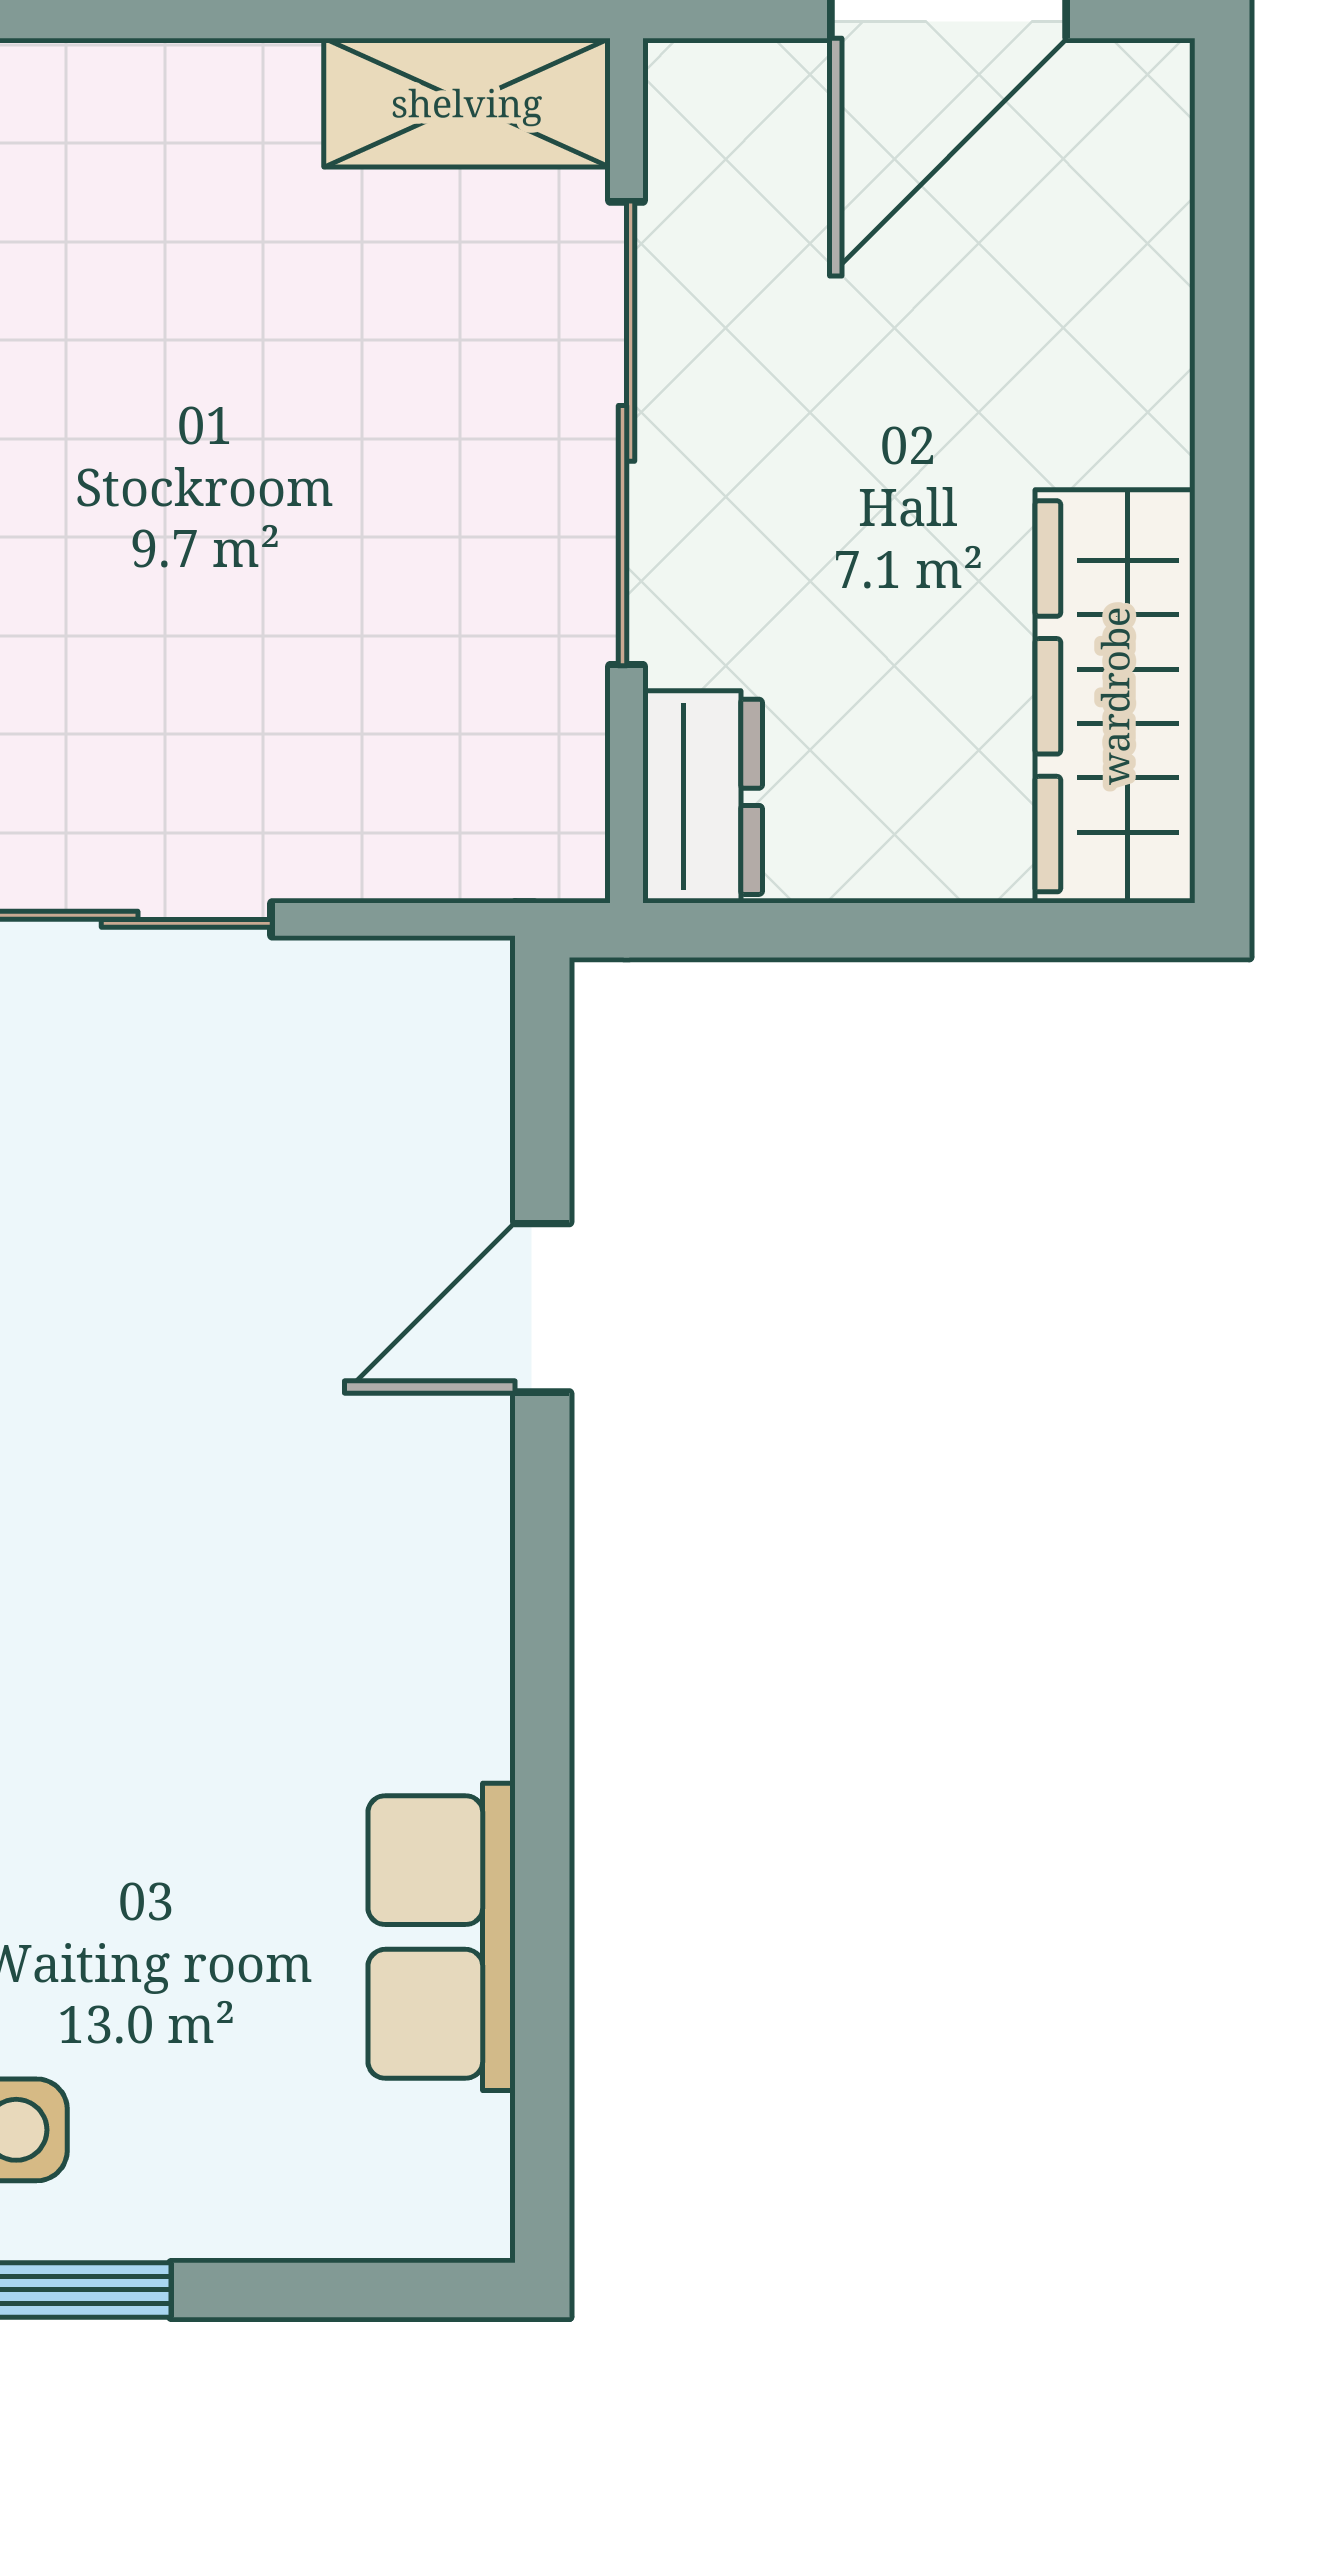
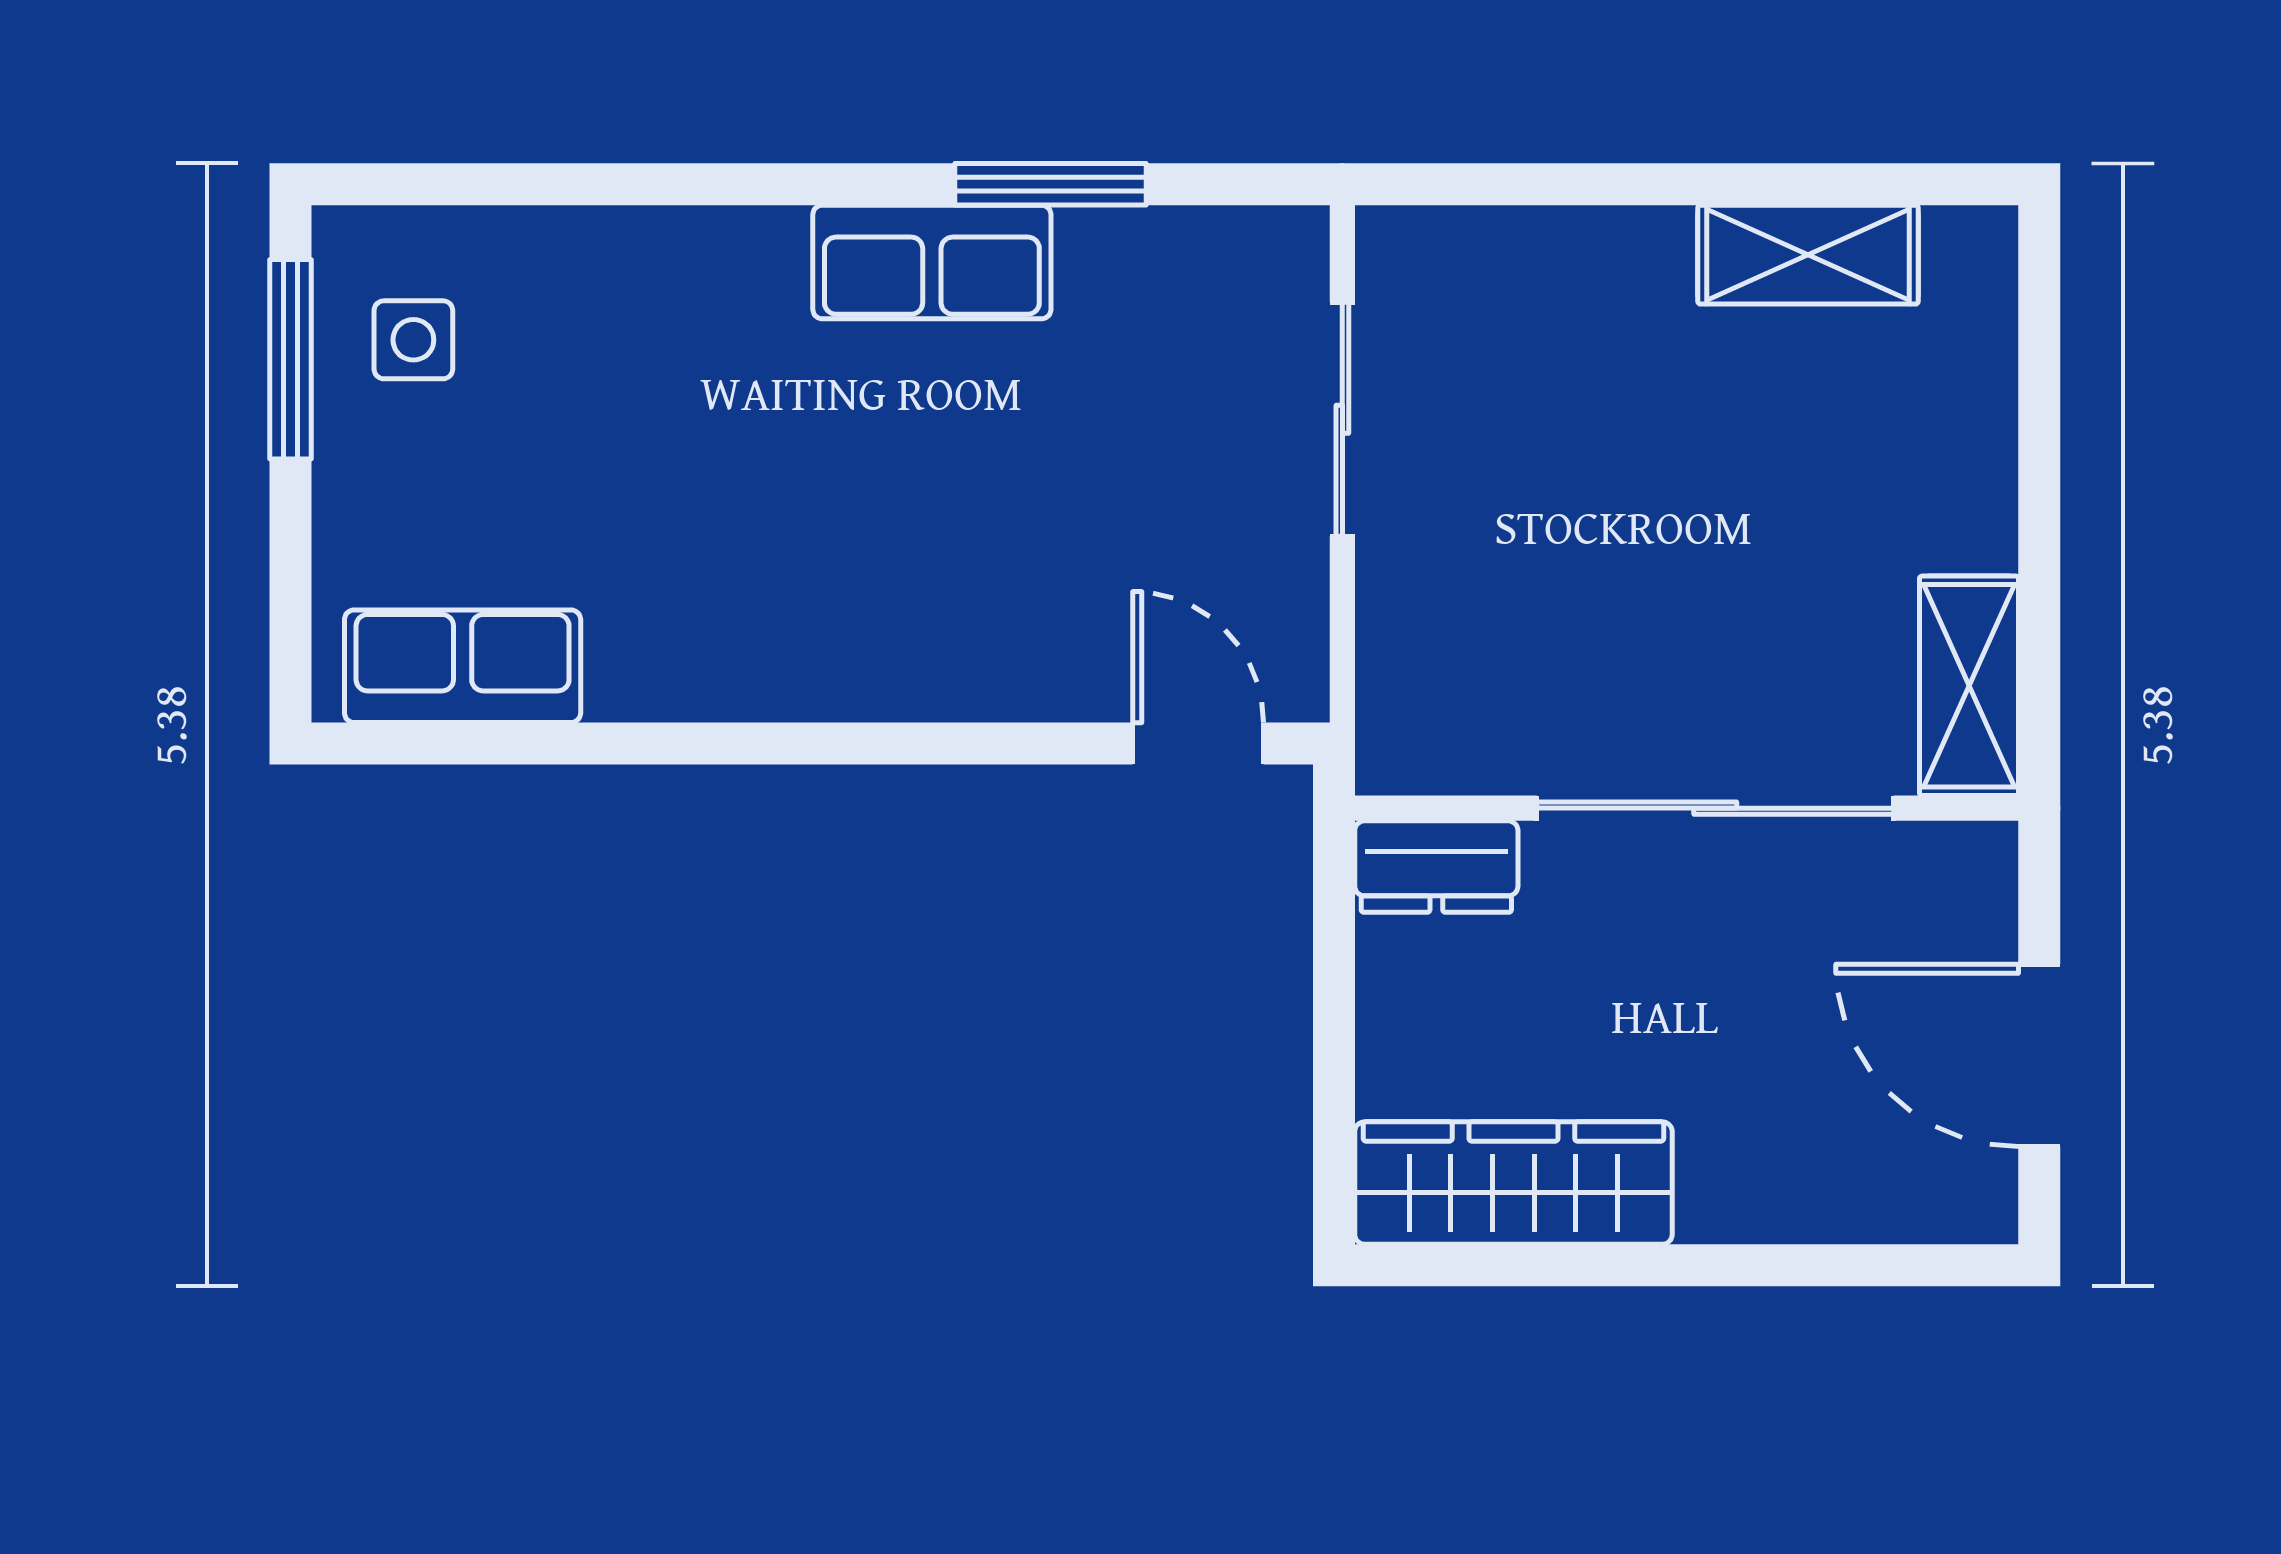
door: (542, 1308) -> (1198, 744), moved
row of seats: (442, 1937) -> (463, 666), moved

